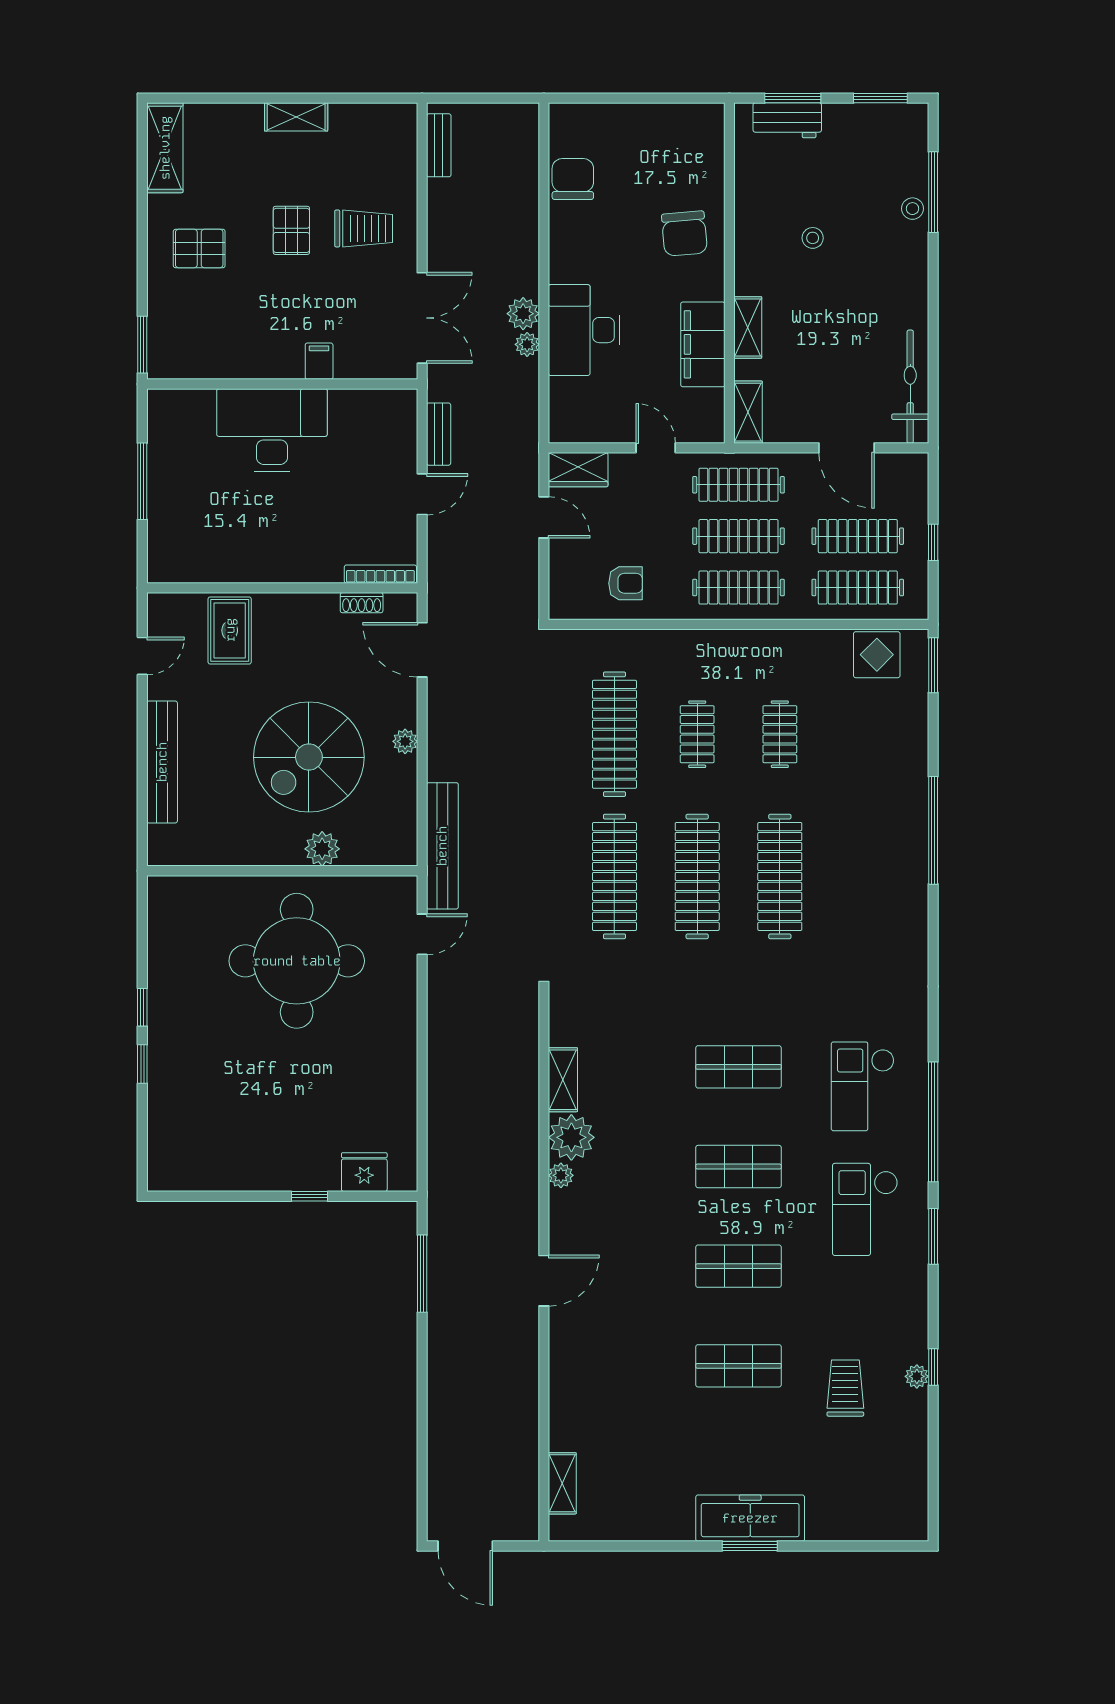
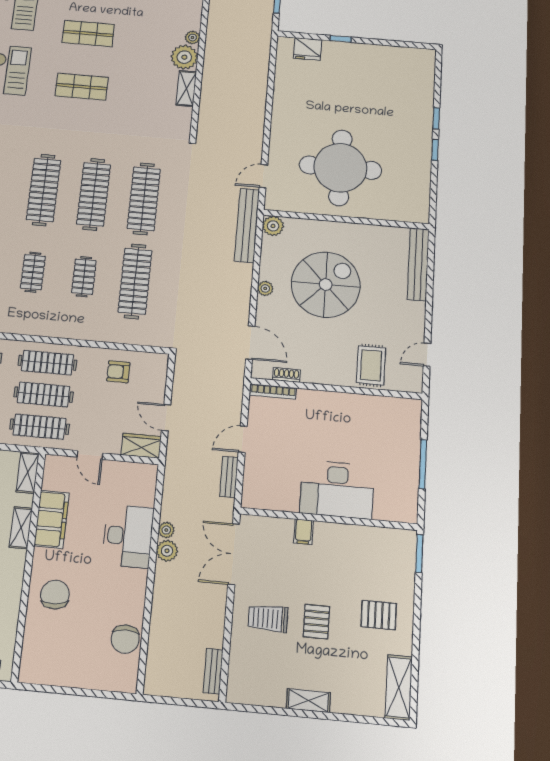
bench: (162, 762) -> (418, 264), moved
plant: (322, 849) -> (273, 226), moved

